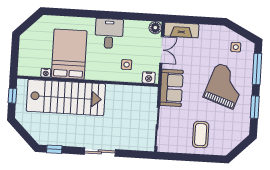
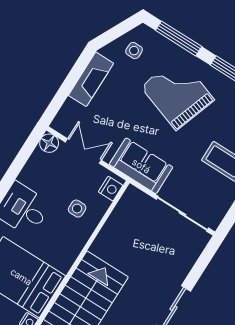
fireplace: (181, 30) -> (91, 79), moved

